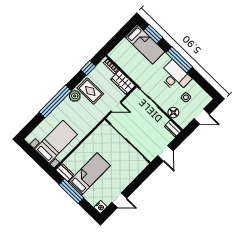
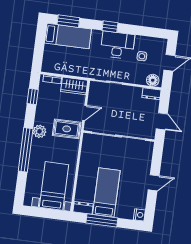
window: (179, 60) -> (110, 27), width x0.46
rug: (90, 91) -> (67, 129), moved
floor lamp: (173, 113) -> (153, 80), moved
door: (119, 200) -> (154, 183), moved

